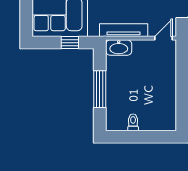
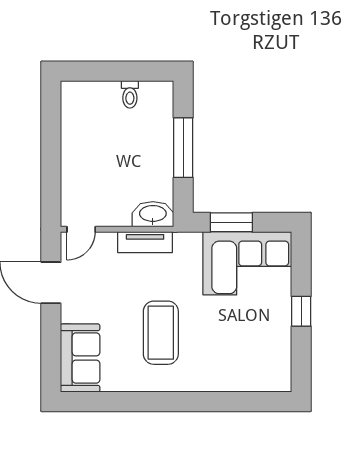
tv unit: (124, 30) -> (145, 242), width x0.71
window: (70, 43) -> (231, 222), width x1.50

